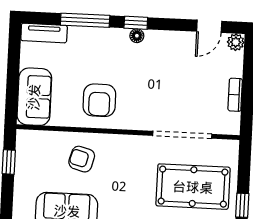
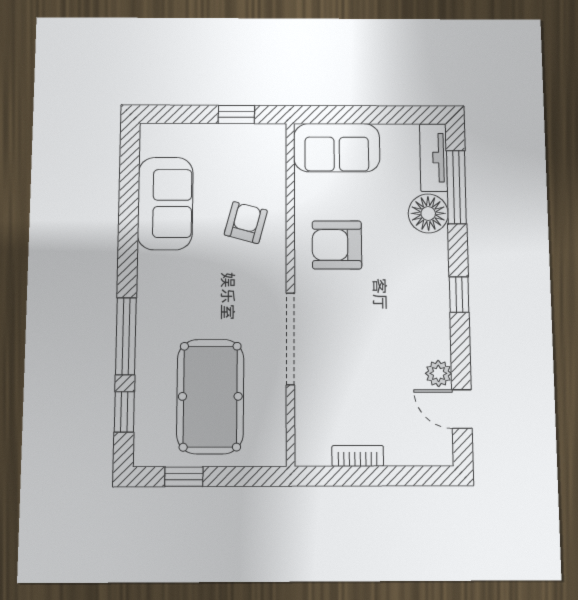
window: (85, 20) -> (456, 187), moved
floor lamp: (137, 36) -> (428, 213), moved, width x1.89, depth x1.89
plant: (236, 42) -> (438, 373), moved
doorway: (182, 135) -> (290, 339), moved

